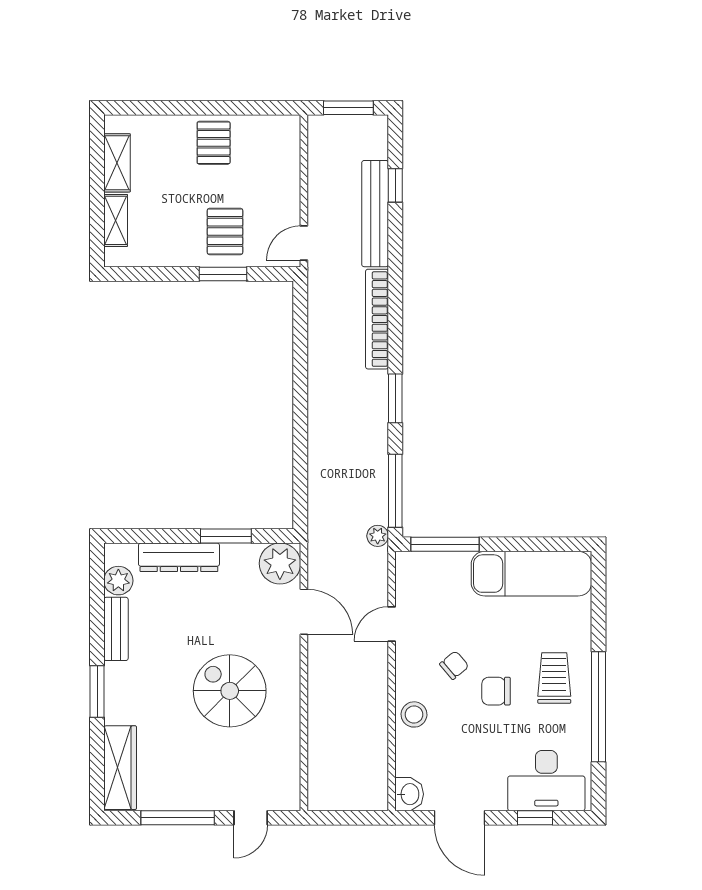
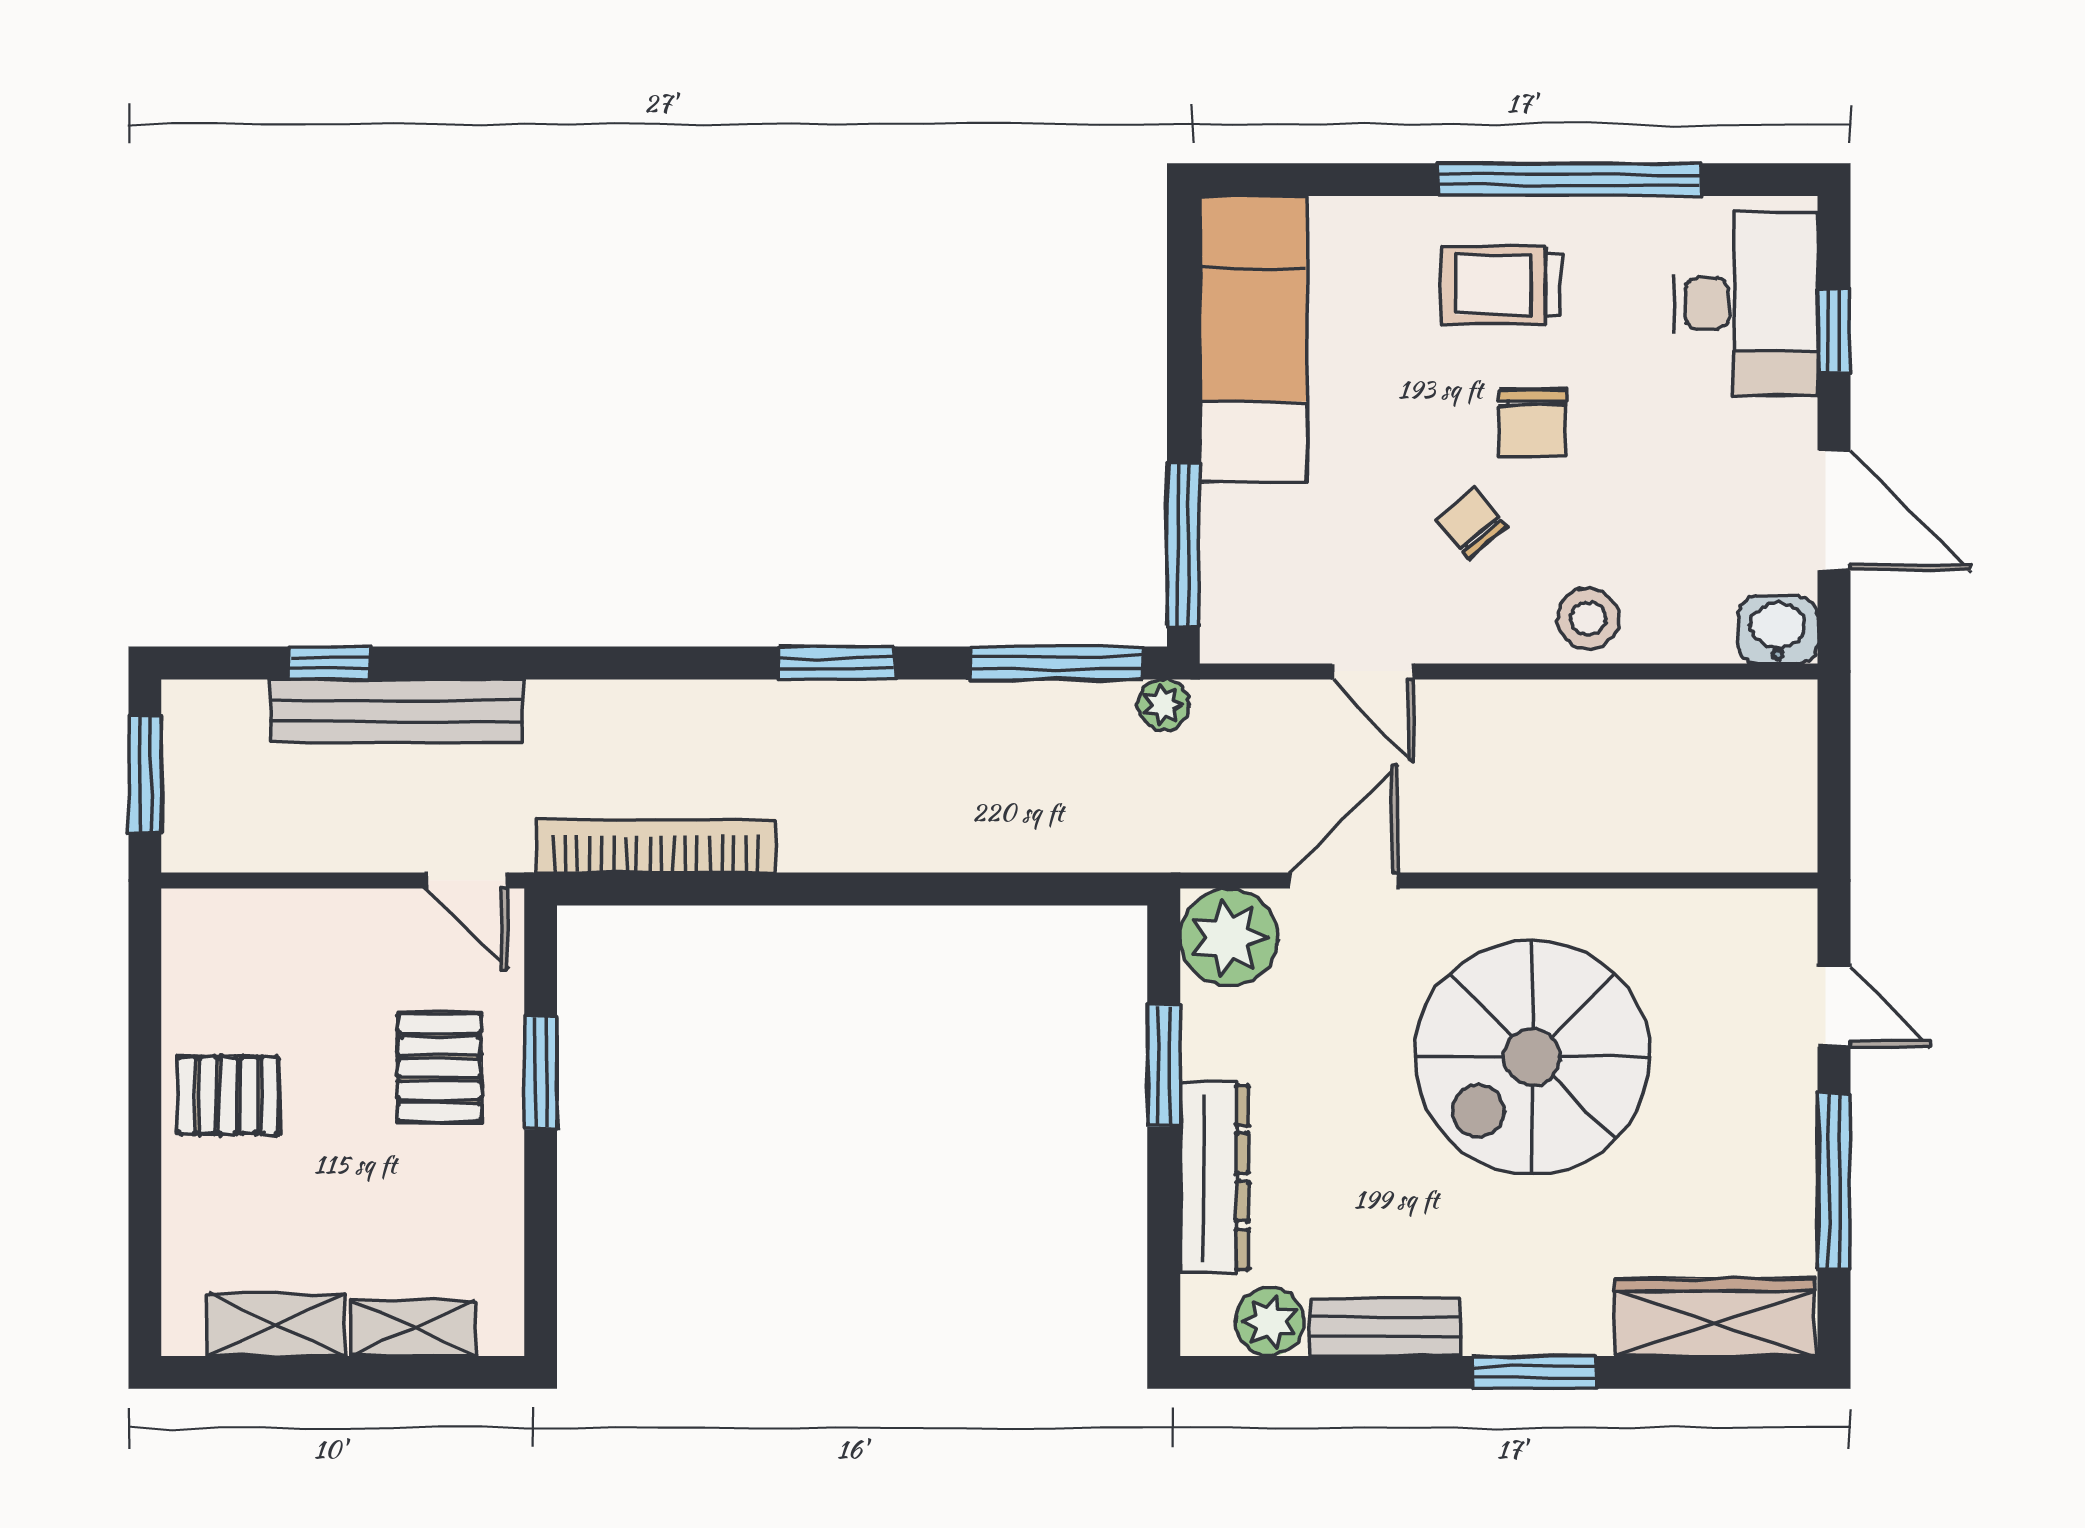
pallet: (225, 231) -> (439, 1068), turned 90
bookcase: (377, 319) -> (656, 846), moved, turned 180
spiral stairs: (230, 691) -> (1532, 1057), width x1.37, depth x1.37
door: (459, 818) -> (1834, 510), hinge flipped

